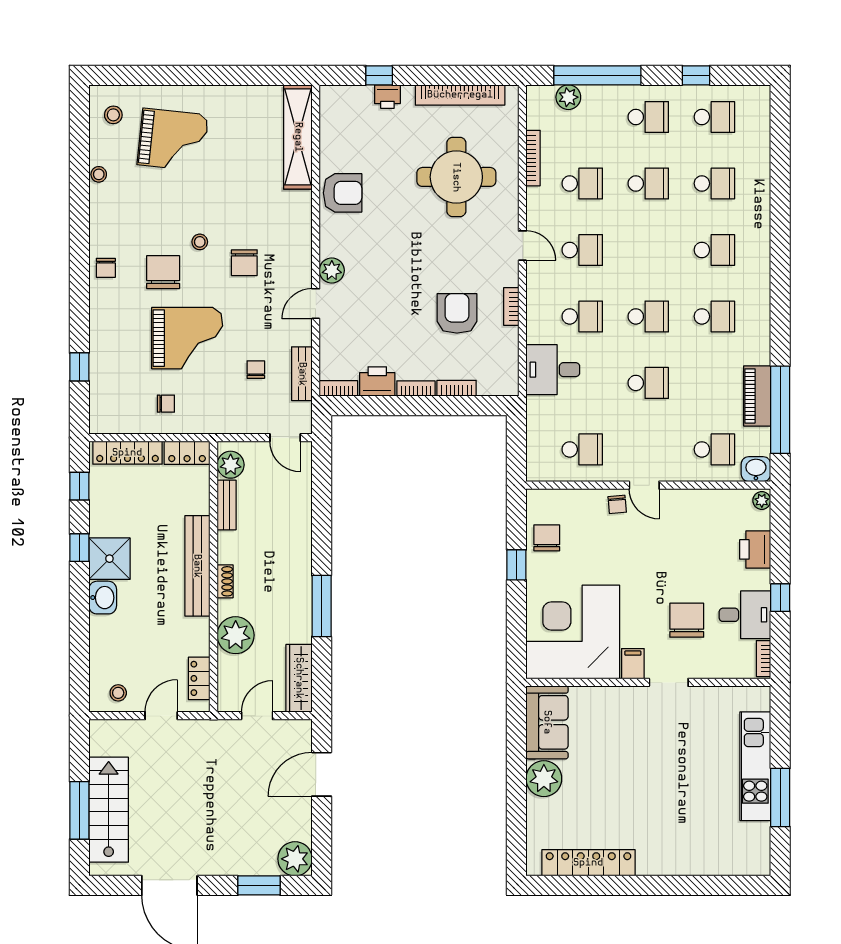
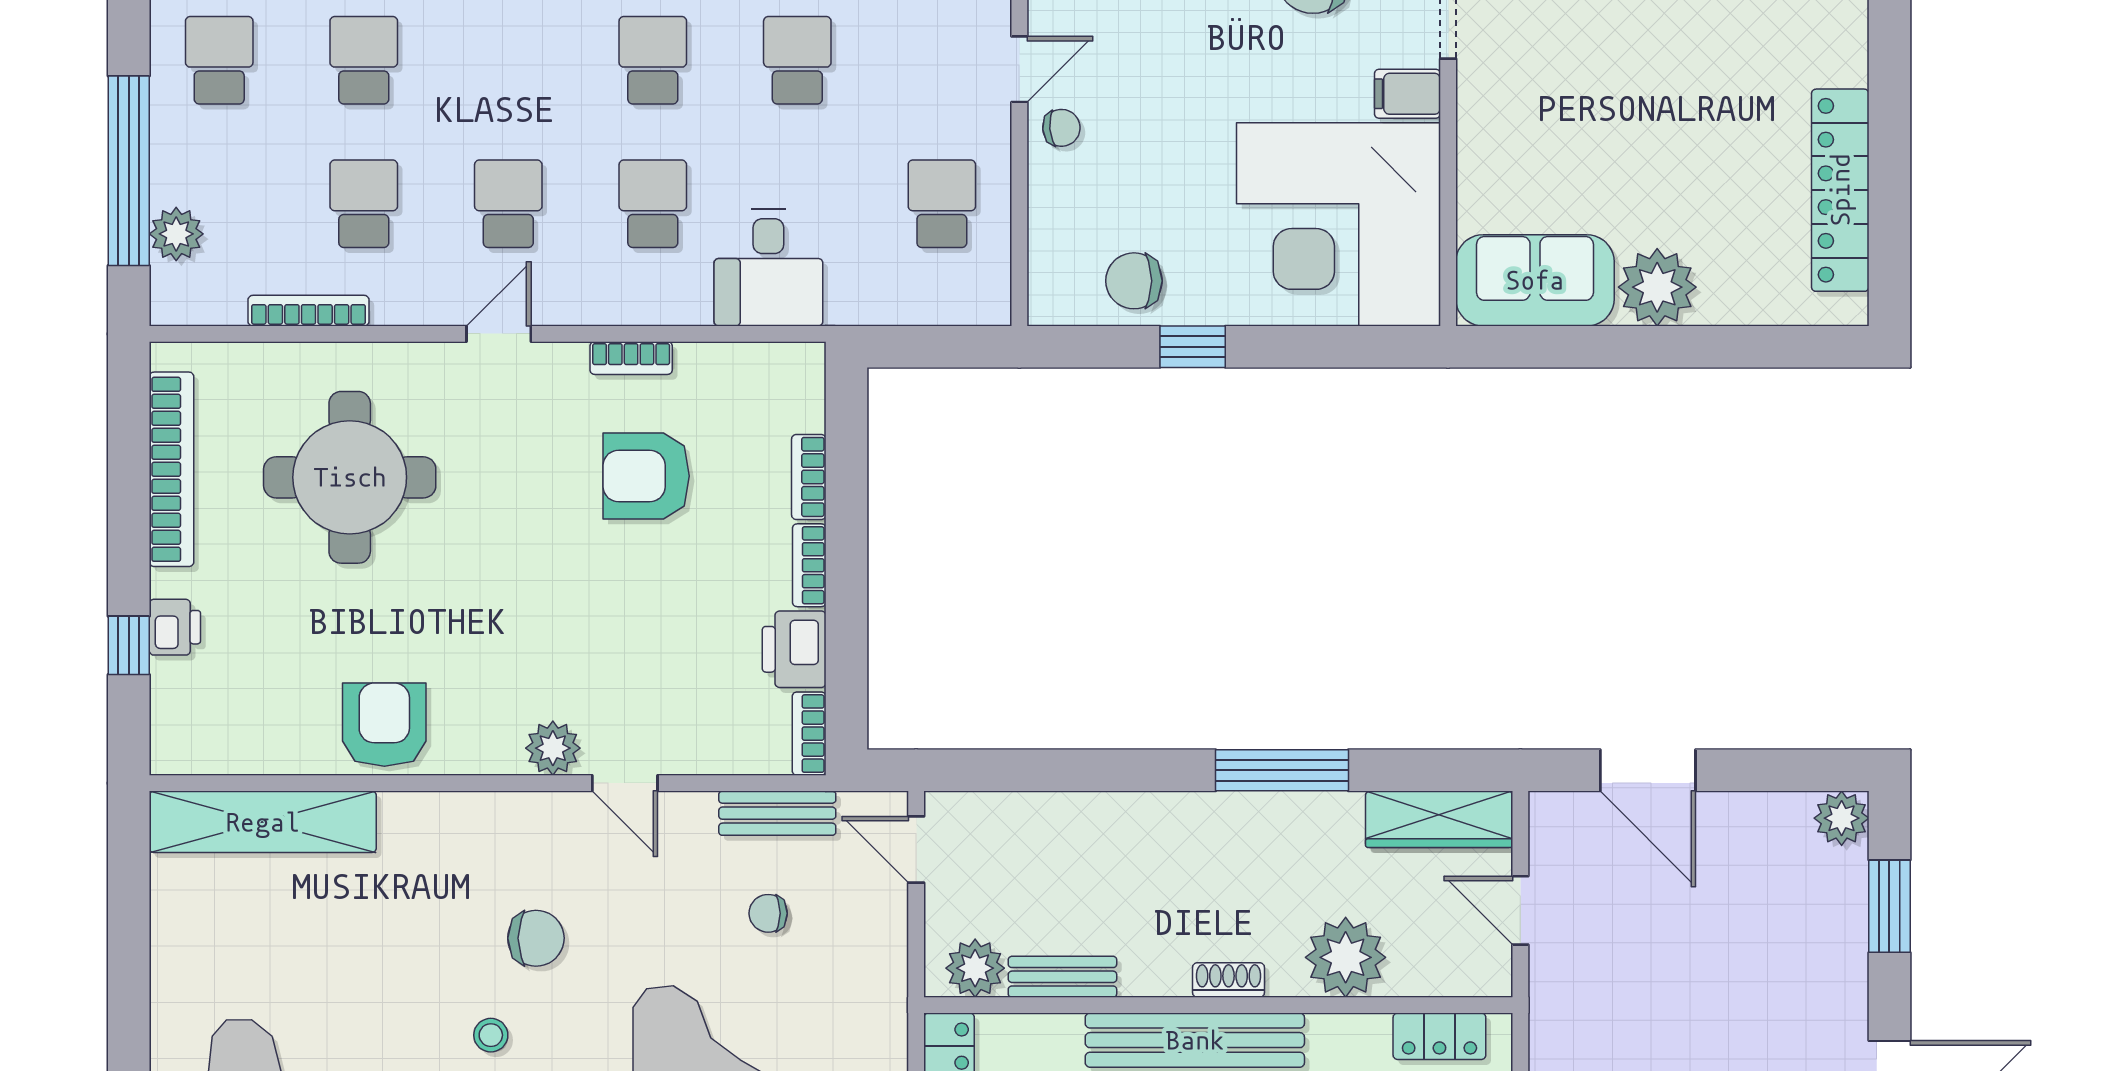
door: (285, 438) -> (916, 850), swing flipped
plant: (295, 859) -> (1842, 818), width x0.73, depth x0.73

